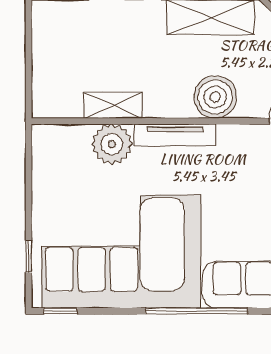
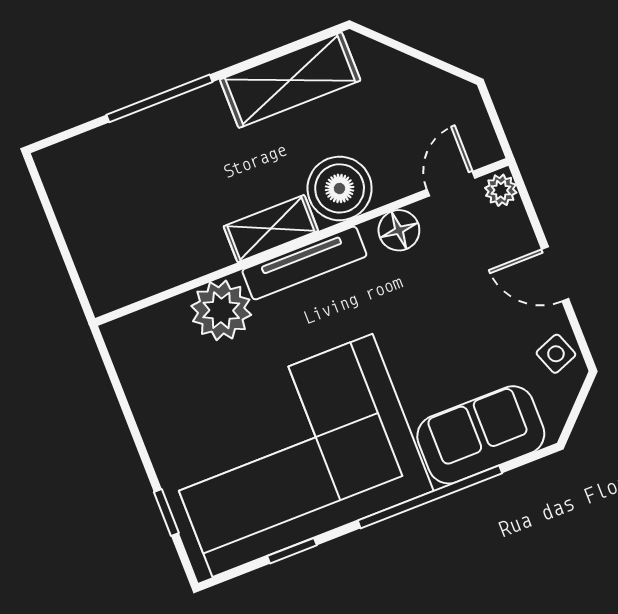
shelving: (113, 105) -> (271, 229), moved
floor lamp: (242, 137) -> (399, 230), added
window: (60, 311) -> (292, 551), moved

